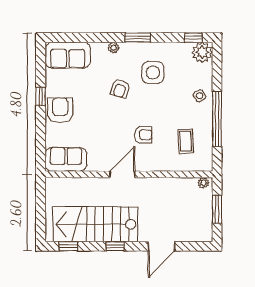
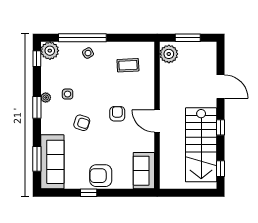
window: (79, 38) -> (37, 159), added
plant: (114, 48) -> (46, 98), moved
sofa: (68, 55) -> (52, 162), width x1.36
side table: (153, 72) -> (68, 94), width x0.54, depth x0.54
window: (217, 119) -> (82, 38), moved
armchair: (143, 135) -> (117, 114), moved
plant: (203, 183) -> (169, 54), width x1.88, depth x1.88

